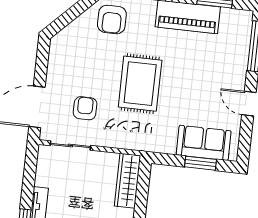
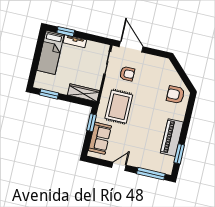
rug: (140, 84) -> (119, 107), moved, turned 90
window: (201, 163) -> (92, 123), moved

